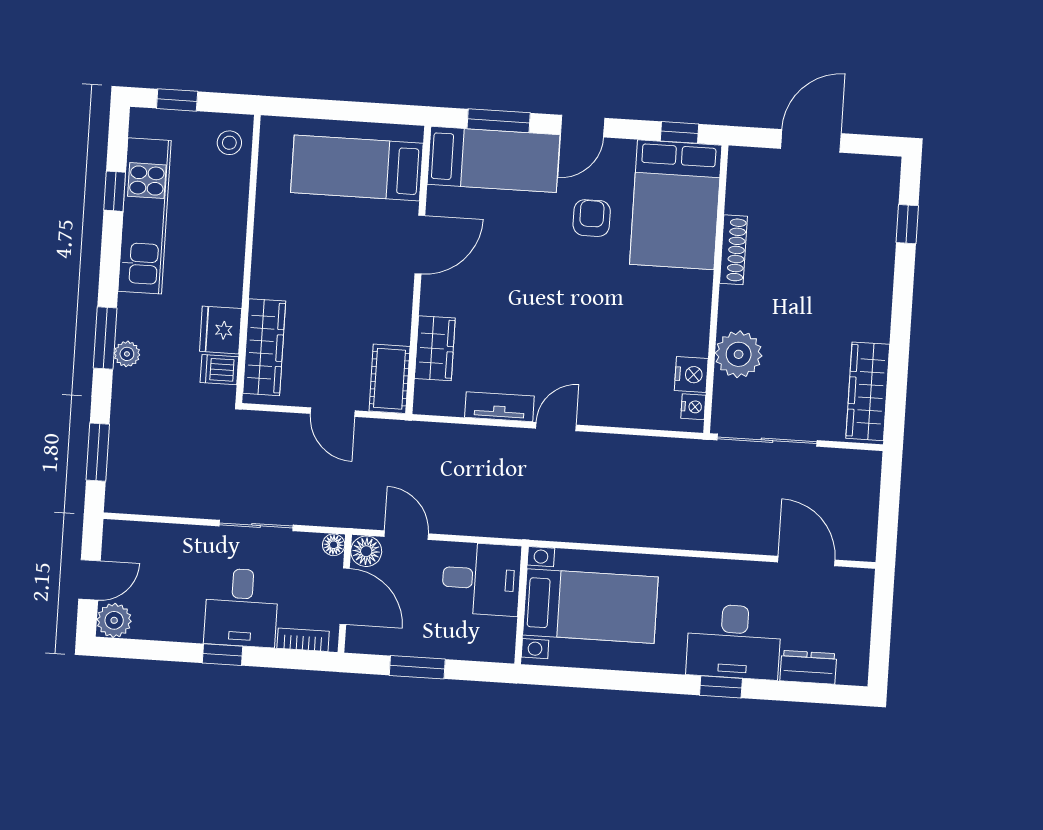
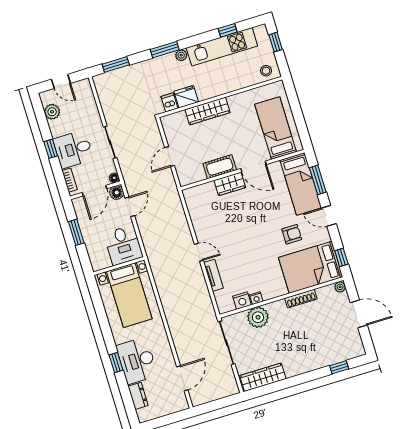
plant: (740, 159) -> (340, 287), added
wardrobe: (264, 347) -> (207, 111), moved
wardrobe: (435, 348) -> (230, 184), moved
plant: (127, 354) -> (181, 55), moved
cot: (390, 379) -> (220, 167), moved
tv unit: (499, 407) -> (213, 275), moved
nightstand: (693, 407) -> (256, 298), moved
plant: (114, 620) -> (52, 112), moved

